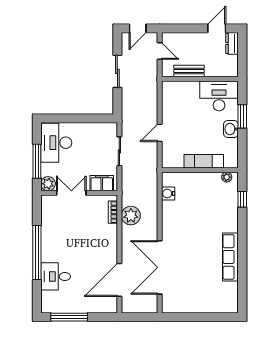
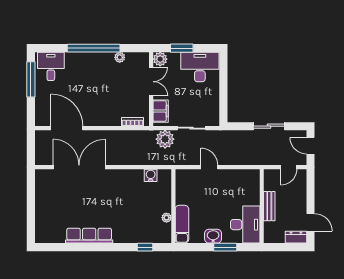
bench: (189, 71) -> (269, 206), moved
window: (37, 161) -> (182, 48), width x0.69
exam couch: (204, 161) -> (182, 224), moved
plant: (227, 177) -> (166, 218), moved
plant: (131, 216) -> (165, 139), moved
plant: (46, 225) -> (120, 57), added
desk: (56, 276) -> (51, 66), moved

